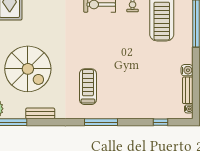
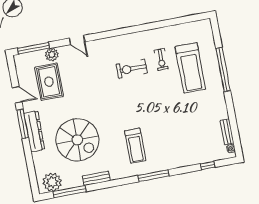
water cooler: (187, 70) -> (223, 114), removed
treadmill: (88, 87) -> (135, 146), turned 180

